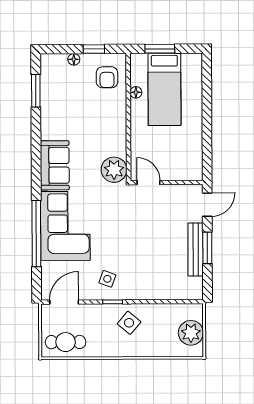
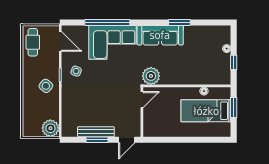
armchair: (107, 77) -> (214, 71), removed
window: (36, 91) -> (179, 23), moved
sofa: (55, 165) -> (160, 35), width x1.36
door: (207, 205) -> (127, 140), hinge flipped
plant: (191, 333) -> (50, 128), moved

